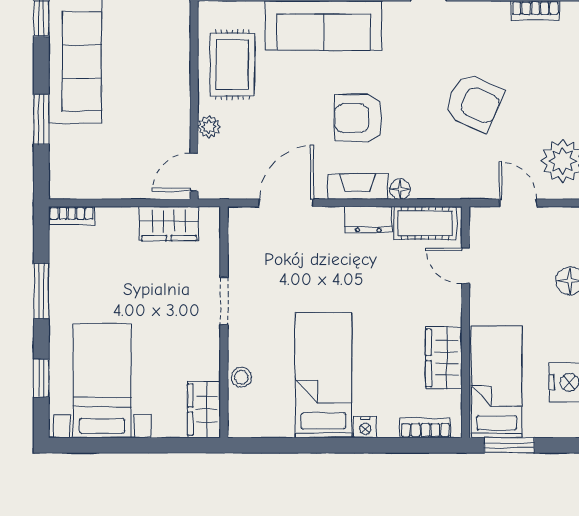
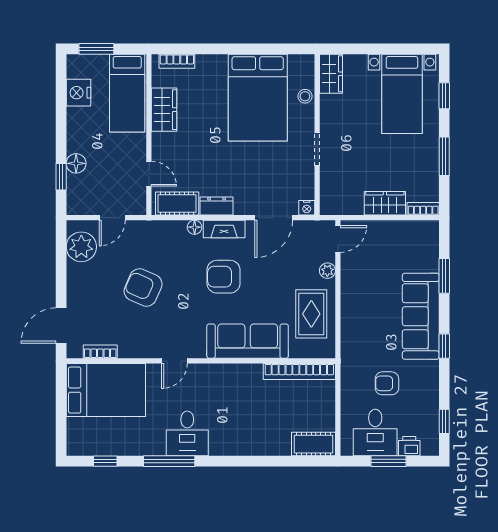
armchair: (358, 118) -> (224, 277), turned 180
door: (518, 203) -> (112, 218), hinge flipped
wardrobe: (169, 224) -> (385, 203), moved
bed: (323, 375) -> (258, 98), width x1.50
nightstand: (365, 427) -> (307, 208), moved, turned 180
window: (509, 445) -> (96, 49), moved

